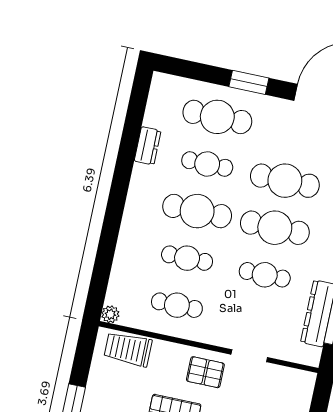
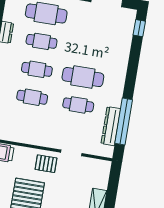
cafe table: (285, 181) -> (88, 49), removed
cafe table: (197, 211) -> (37, 69), width x0.73, depth x0.74
cafe table: (177, 305) -> (28, 125), removed

